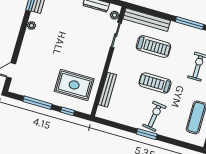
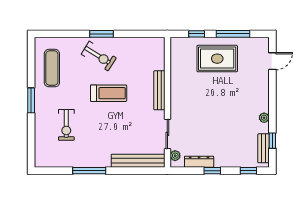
treadmill: (153, 47) -> (122, 133), removed
rug: (74, 85) -> (217, 59), moved
bench: (107, 90) -> (159, 90), moved
exercise bike: (154, 116) -> (99, 56), turned -66

